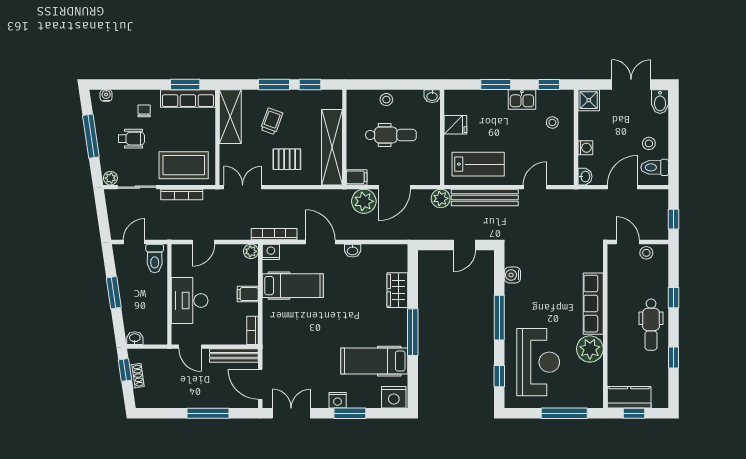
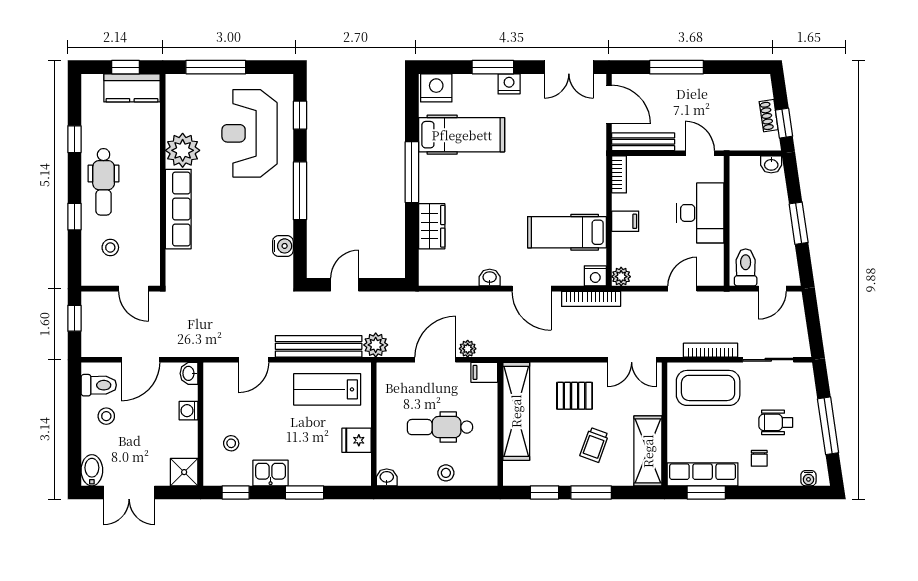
plant: (110, 178) -> (803, 371), removed
plant: (364, 201) -> (468, 349), width x0.53, depth x0.53
stool: (646, 253) -> (110, 247), moved
dental chair: (651, 325) -> (104, 182), turned 180

